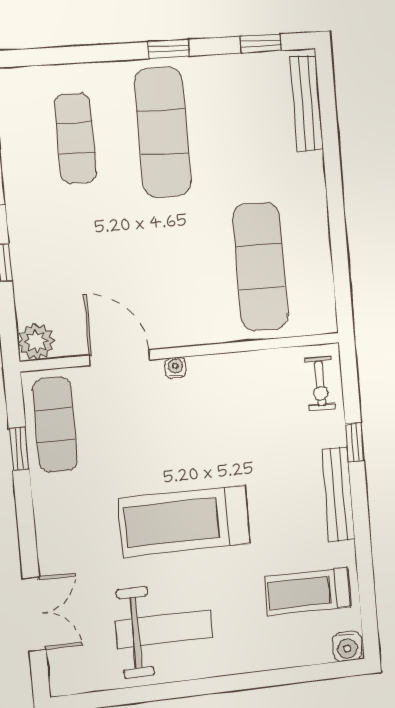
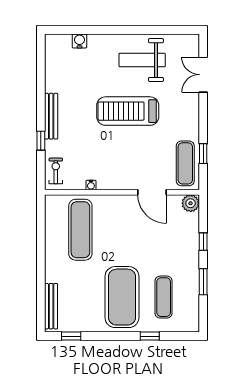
window: (169, 49) -> (150, 336), moved
exercise mat: (163, 132) -> (122, 297), width x1.47
water cooler: (176, 368) -> (91, 185), moved
treadmill: (184, 521) -> (128, 111), turned 180
treadmill: (308, 592) -> (70, 70), removed
water cooler: (347, 646) -> (79, 41), moved

